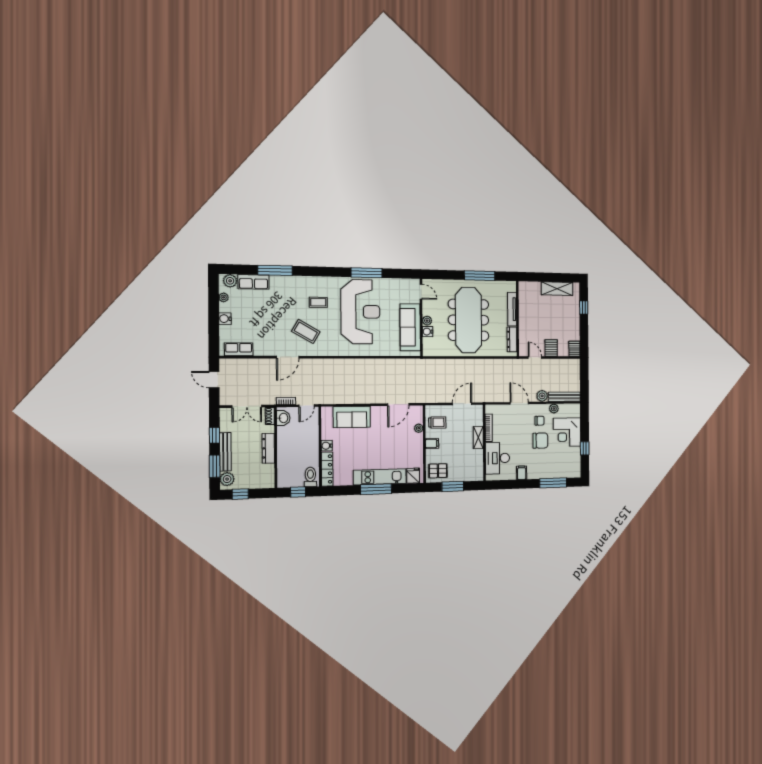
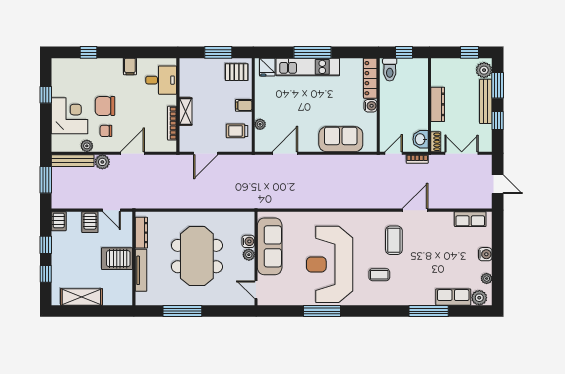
server rack: (530, 319) -> (117, 259), added
meeting table: (468, 320) -> (197, 256), width x0.73
window: (584, 330) -> (46, 245), added
coffee table: (306, 331) -> (394, 240), turned 60
window: (584, 381) -> (46, 180), added
door: (519, 403) -> (132, 153), swing flipped
desk: (497, 458) -> (161, 80), width x0.73
window: (553, 483) -> (89, 52), width x0.46

